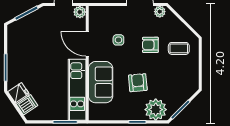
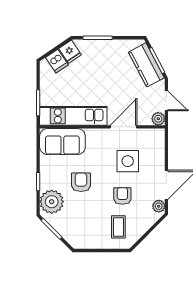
kitchen counter: (30, 23) -> (146, 65), added
side table: (118, 40) -> (128, 161), width x1.87, depth x1.87
sofa: (101, 82) -> (62, 142), moved
armchair: (138, 83) -> (81, 182), turned -85

